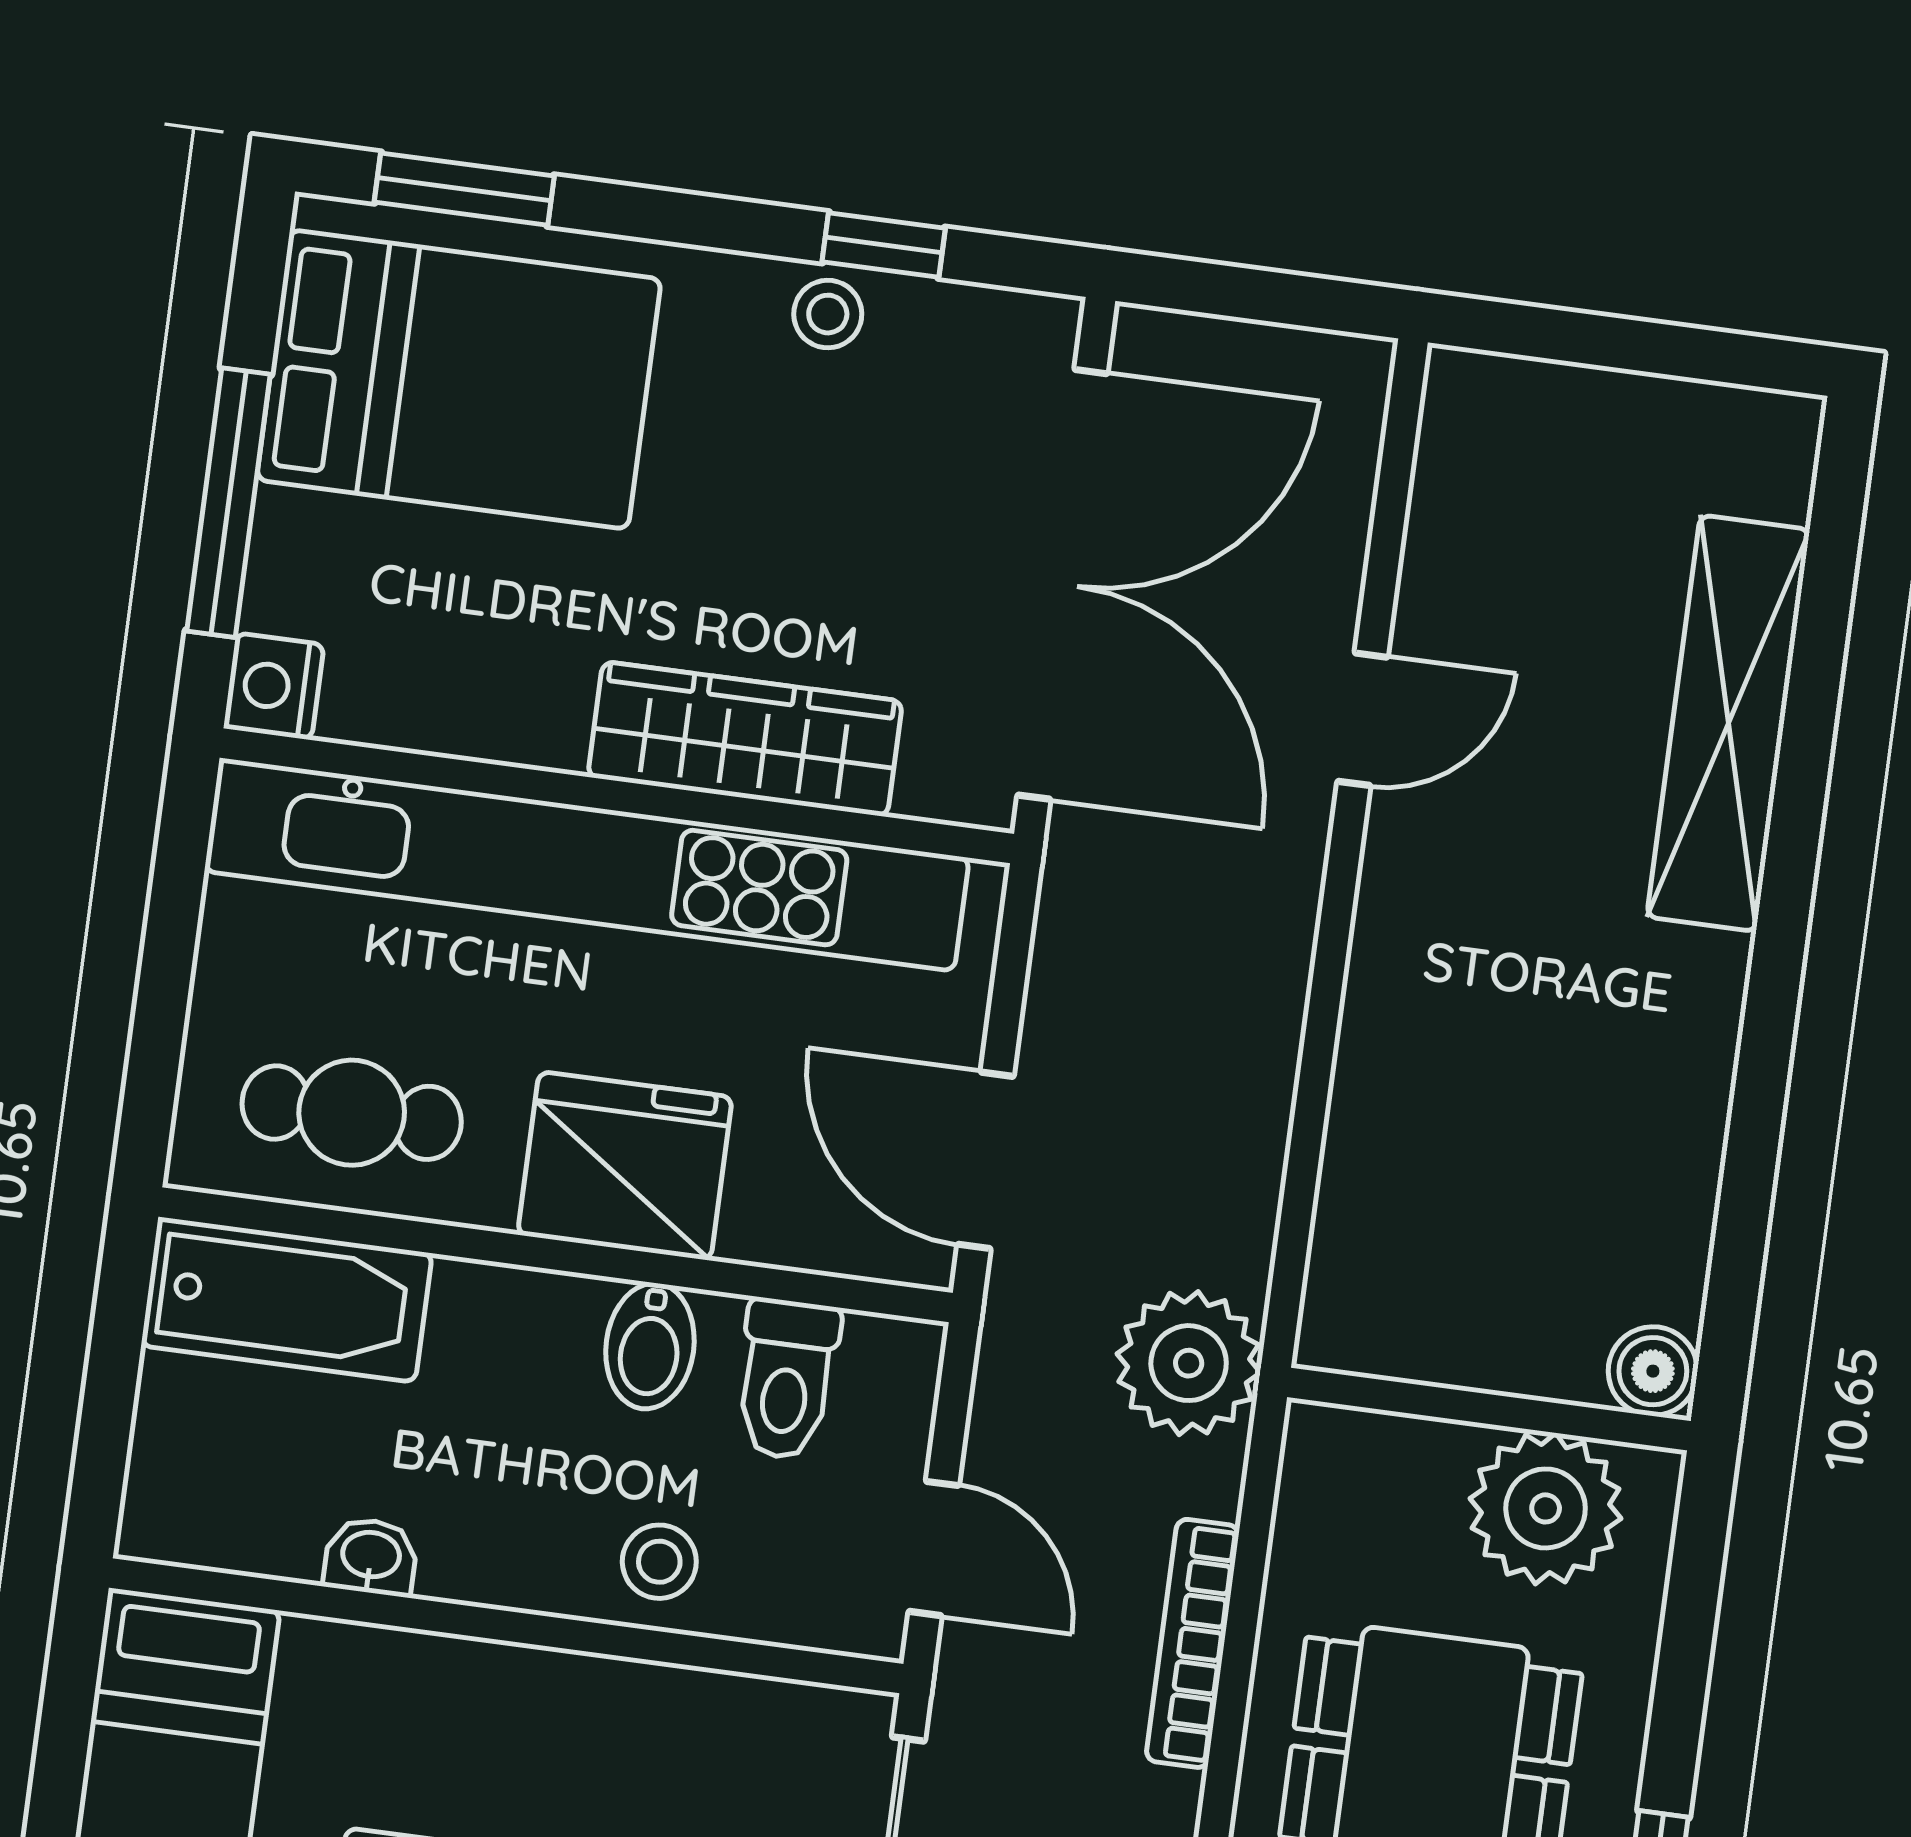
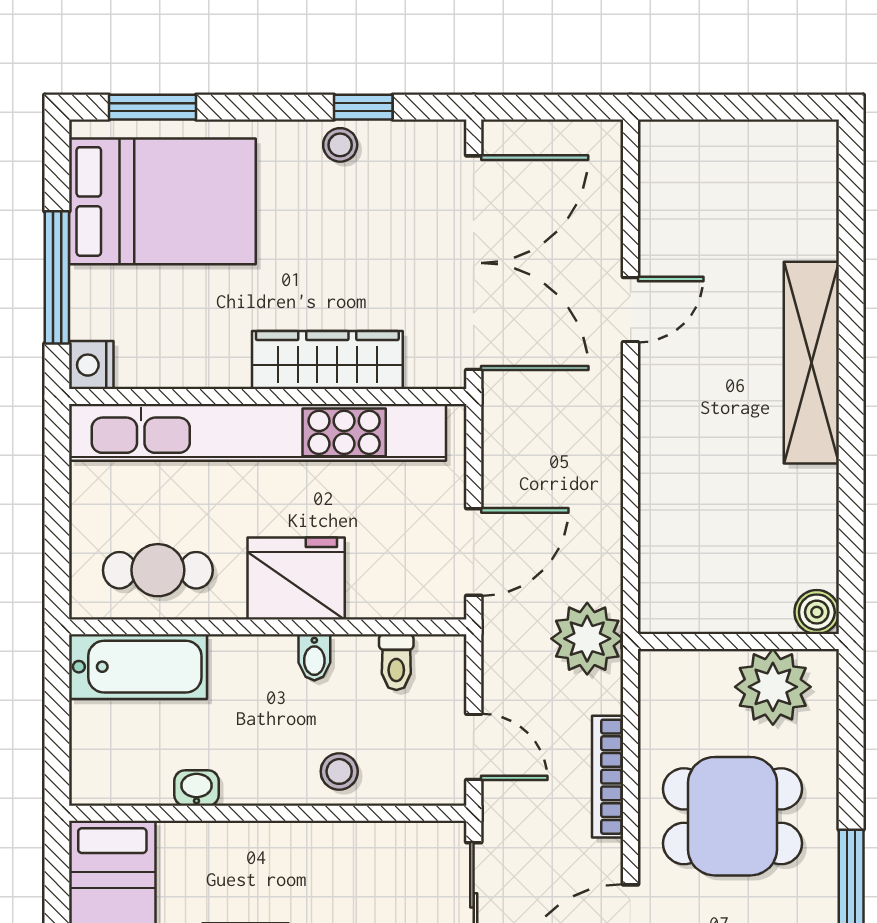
shelving: (1728, 723) -> (811, 363), moved
door: (986, 1160) -> (474, 552), swing flipped
bidet: (650, 1346) -> (314, 657), width x0.72, depth x0.74
toilet: (787, 1379) -> (396, 662), width x0.73, depth x0.72

